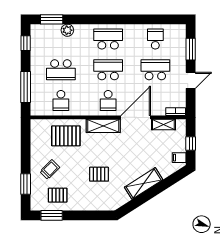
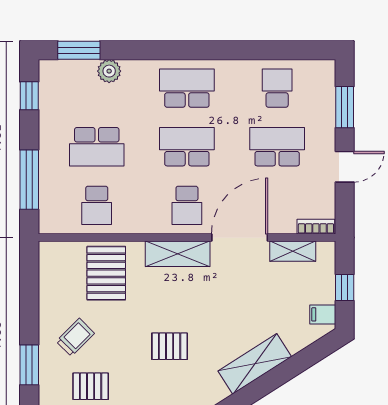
pallet: (66, 136) -> (106, 273), turned 90

